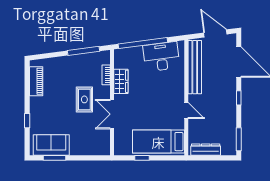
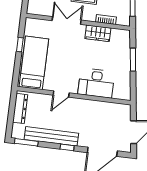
window: (143, 43) -> (133, 60), width x0.47
desk: (161, 57) -> (96, 83), moved, turned 98
bench: (195, 67) -> (51, 136), moved

